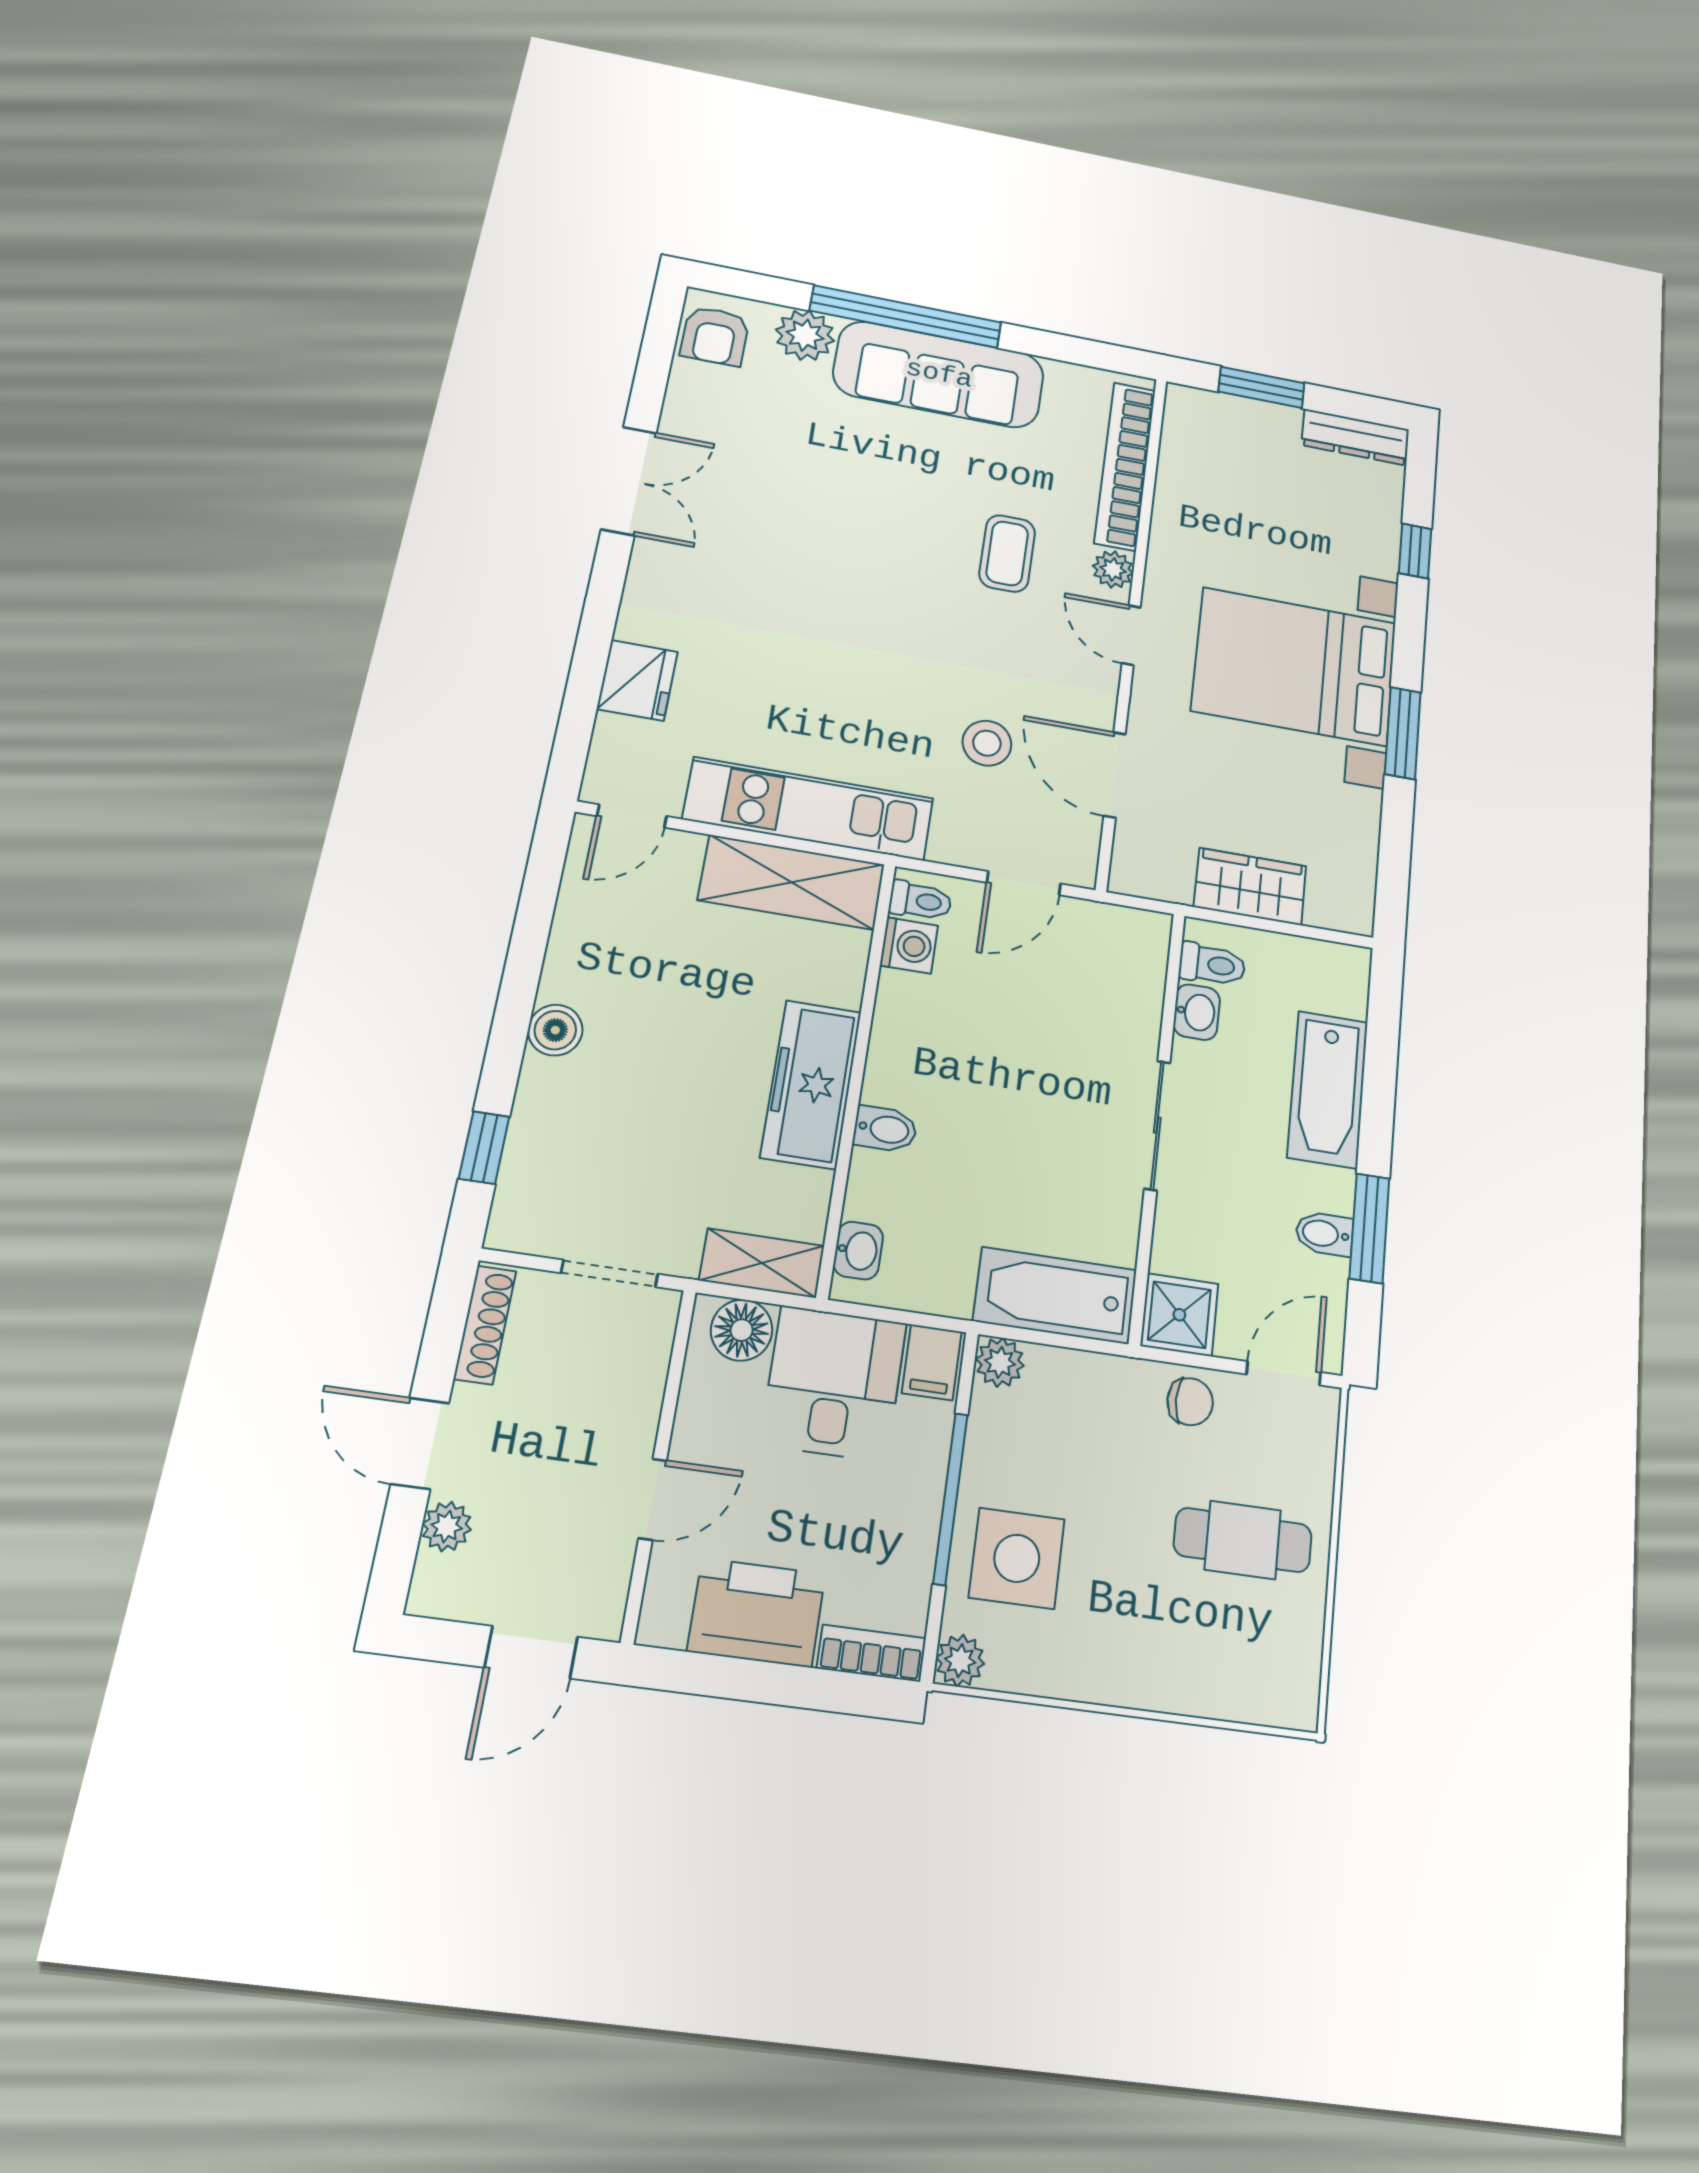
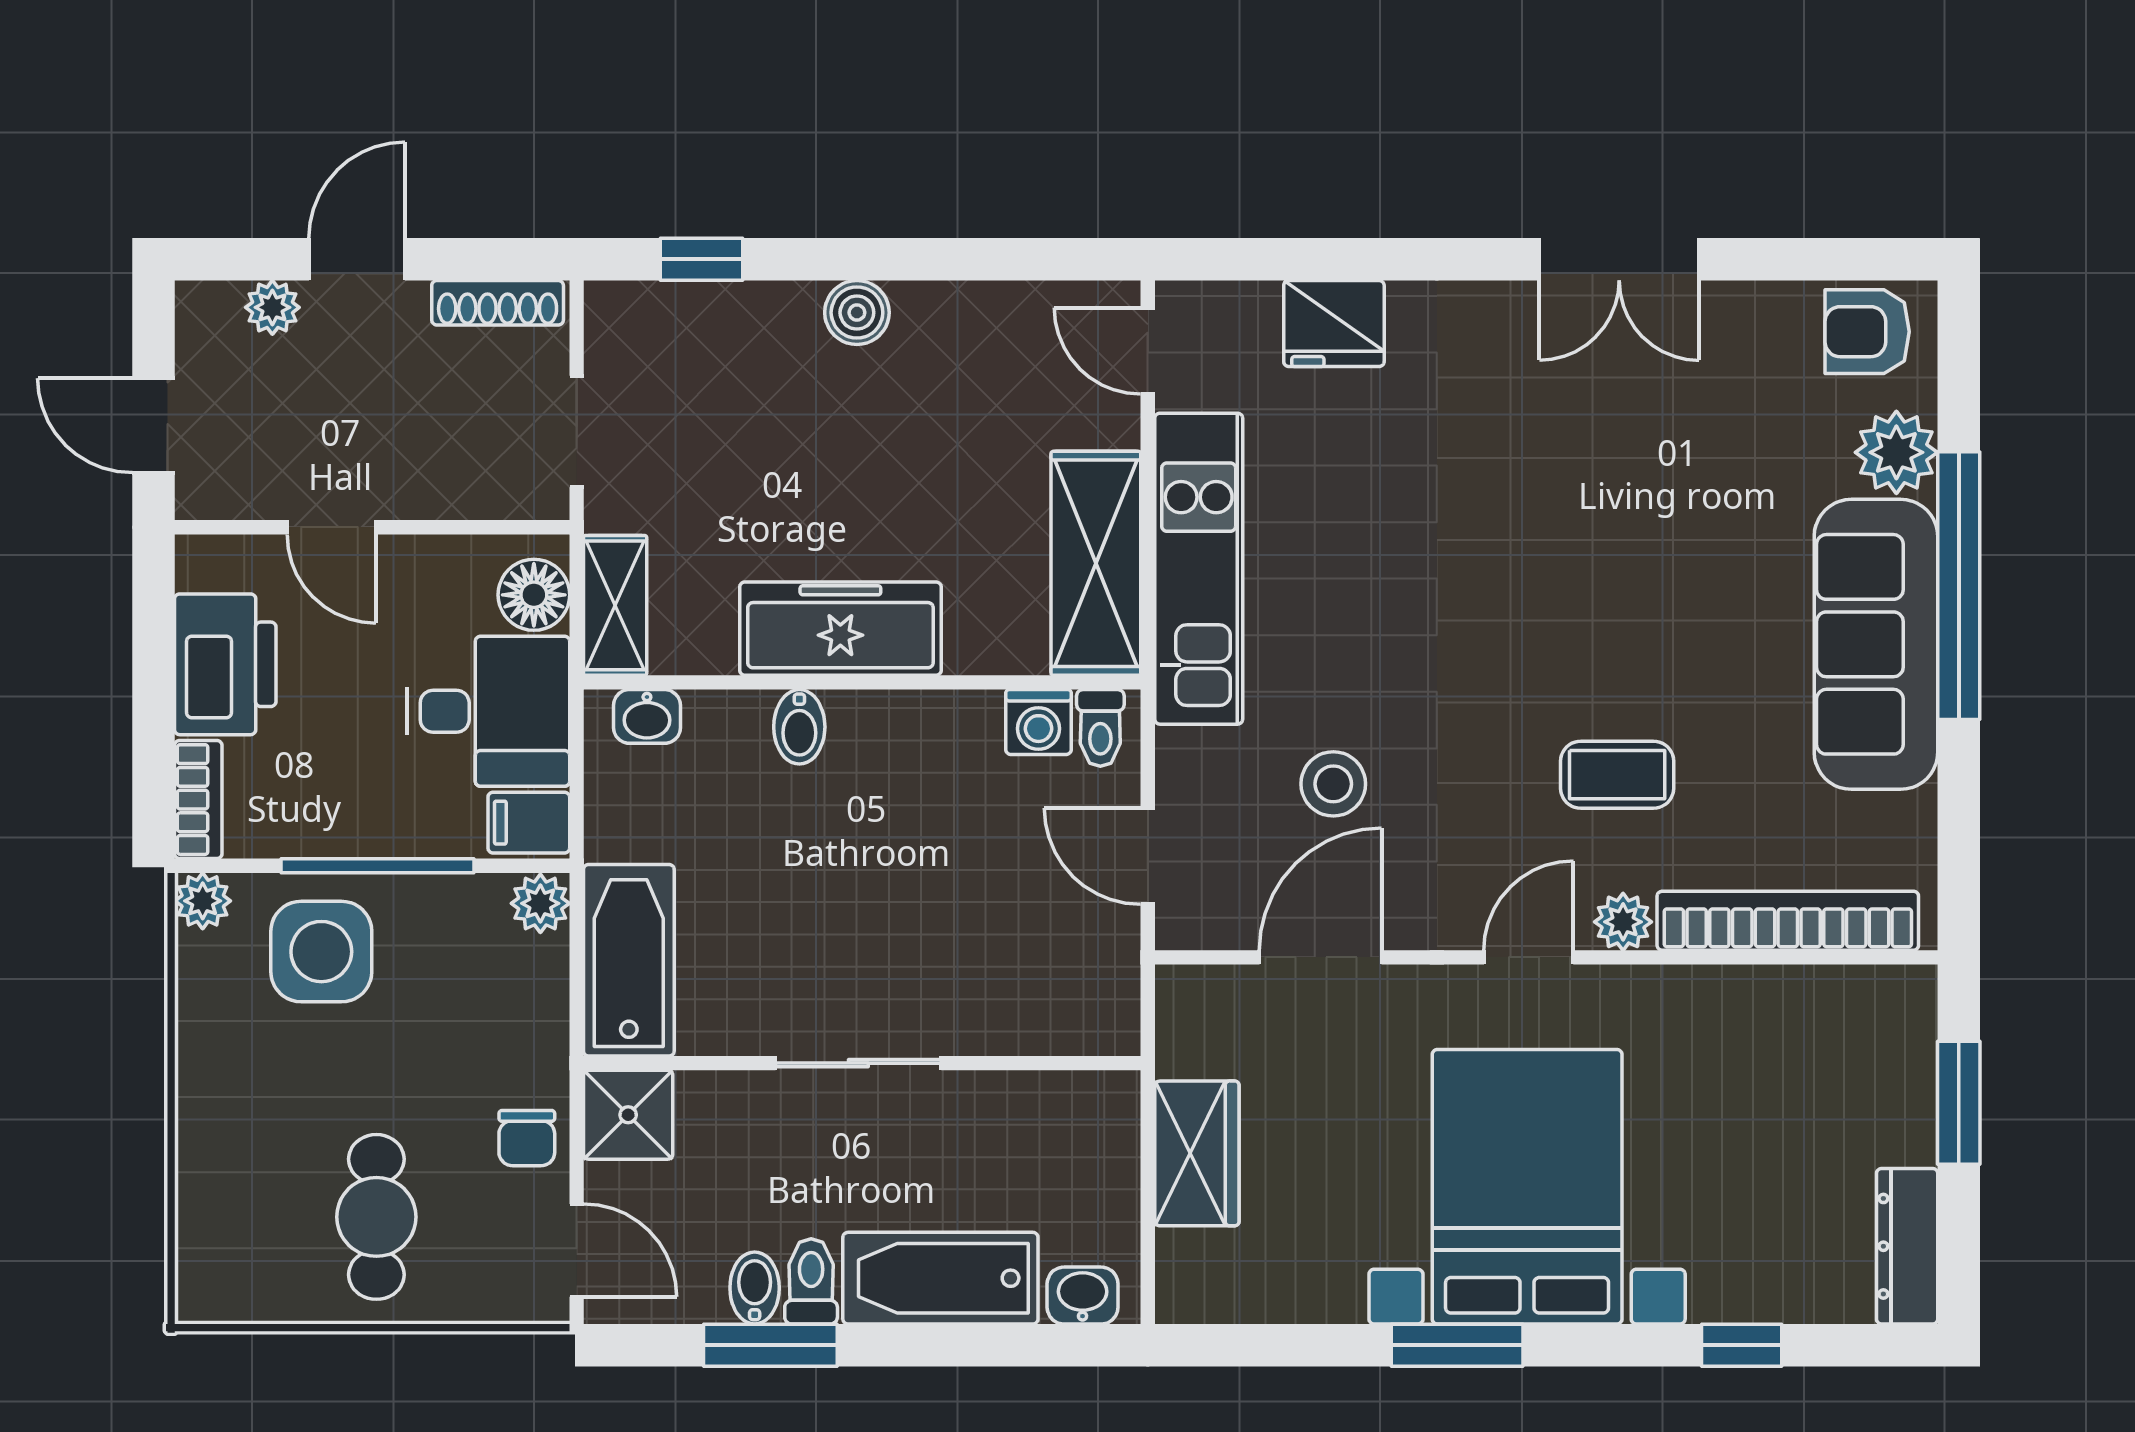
toilet: (1212, 964) -> (811, 1281), moved, turned 180
washbasin: (1197, 1012) -> (1083, 1296), moved, turned 180

